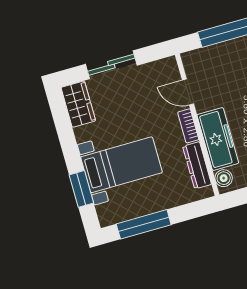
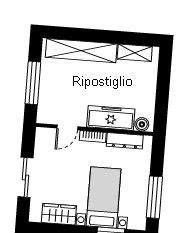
wardrobe: (78, 104) -> (59, 214), moved

